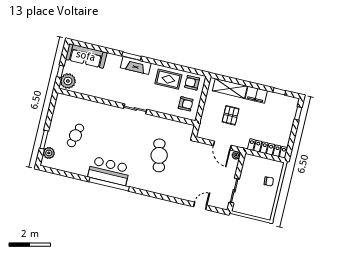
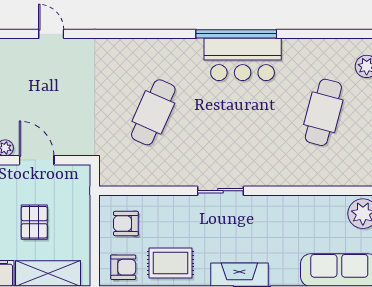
cafe table: (75, 135) -> (323, 112), width x1.37, depth x1.35
cafe table: (159, 155) -> (153, 112), turned 36
door: (200, 206) -> (51, 34), swing flipped

